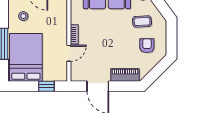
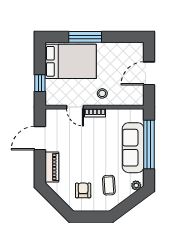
stool: (23, 16) -> (102, 93), moved
armchair: (147, 46) -> (83, 190), turned -90

